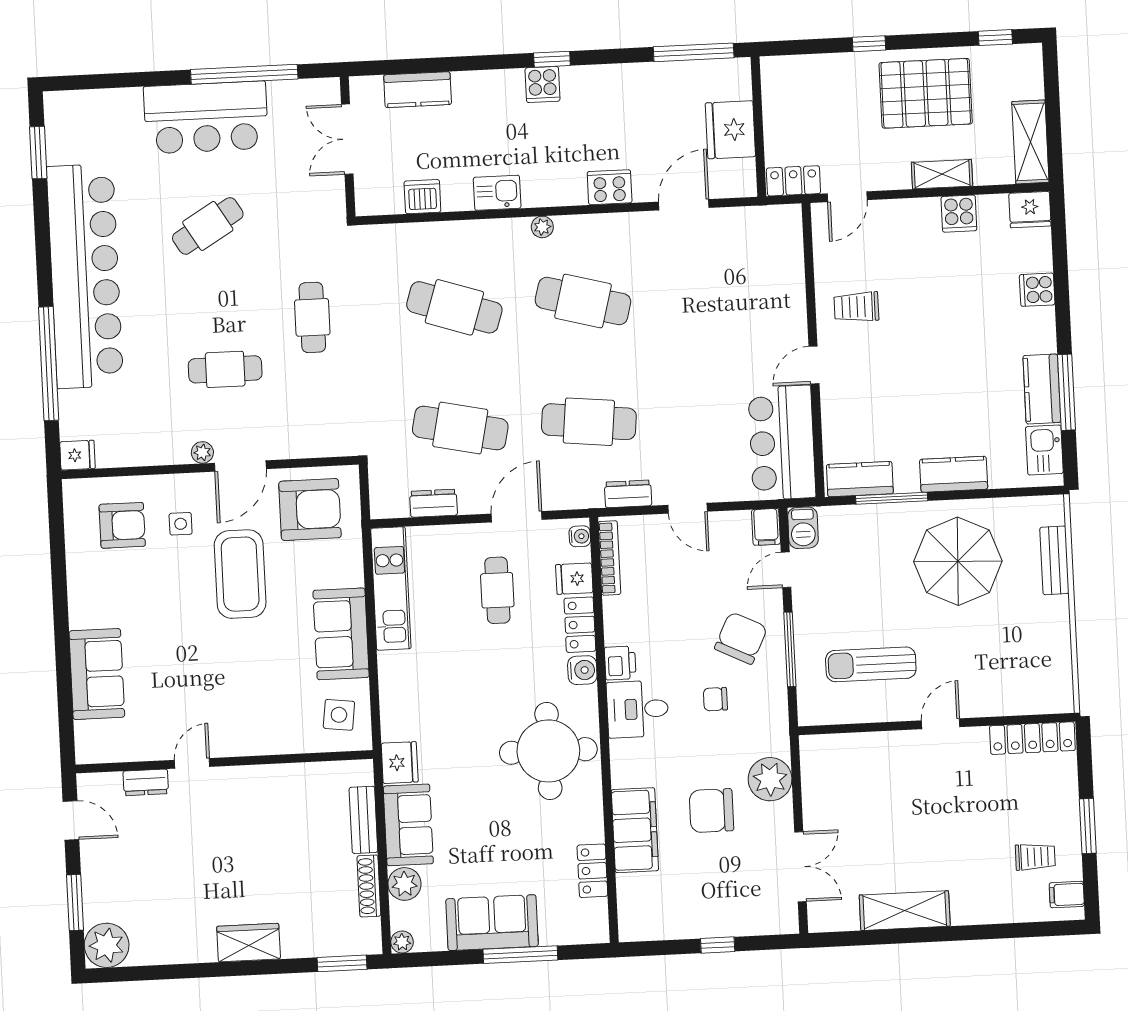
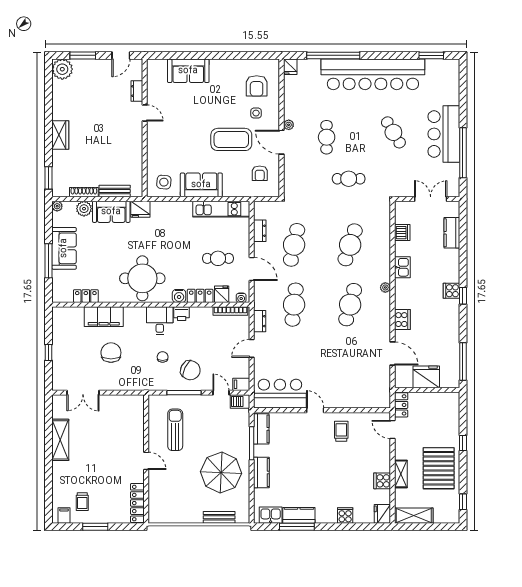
armchair: (310, 510) -> (260, 173), width x0.53, depth x0.53
plant: (770, 779) -> (124, 380), removed

